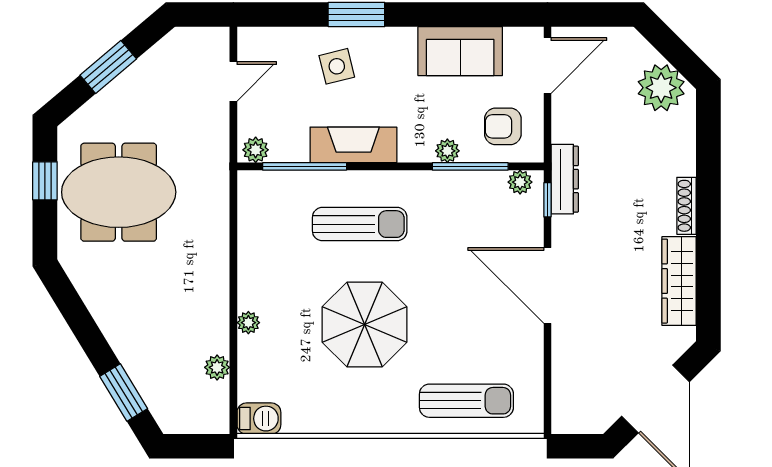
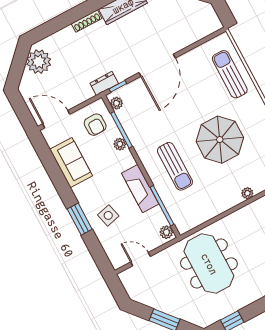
dresser: (565, 179) -> (104, 83), width x0.70
meeting table: (119, 192) -> (209, 264), moved
sun lounger: (360, 224) -> (175, 166), turned 180

